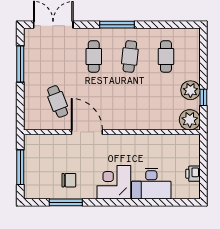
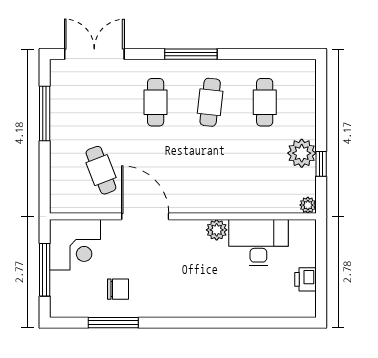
plant: (190, 120) -> (308, 205), width x0.53, depth x0.53
plant: (134, 141) -> (217, 230), added
corner desk: (114, 182) -> (75, 245), moved, turned 180
desk: (151, 184) -> (258, 243), moved, turned 180

